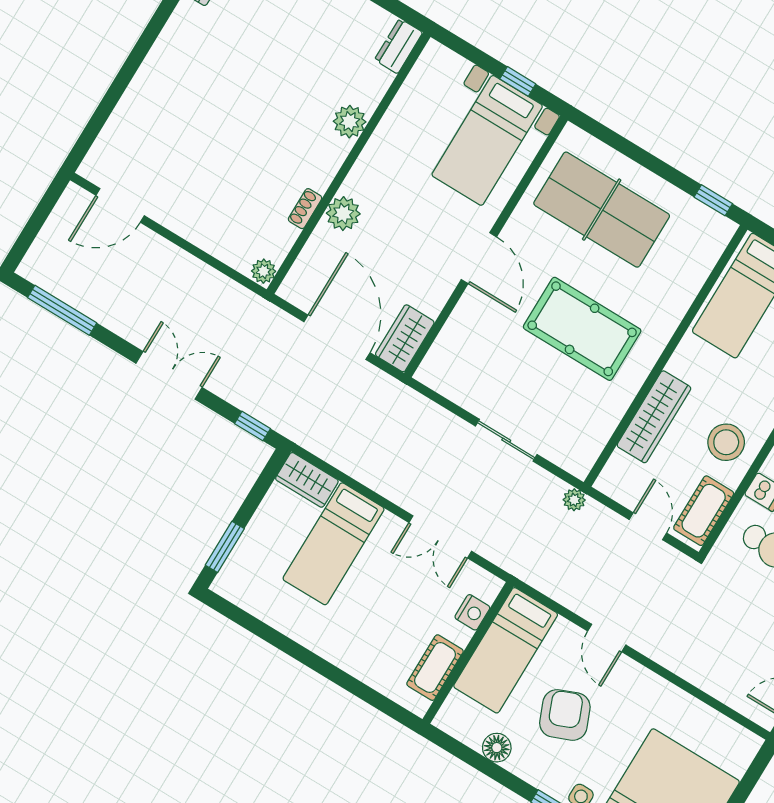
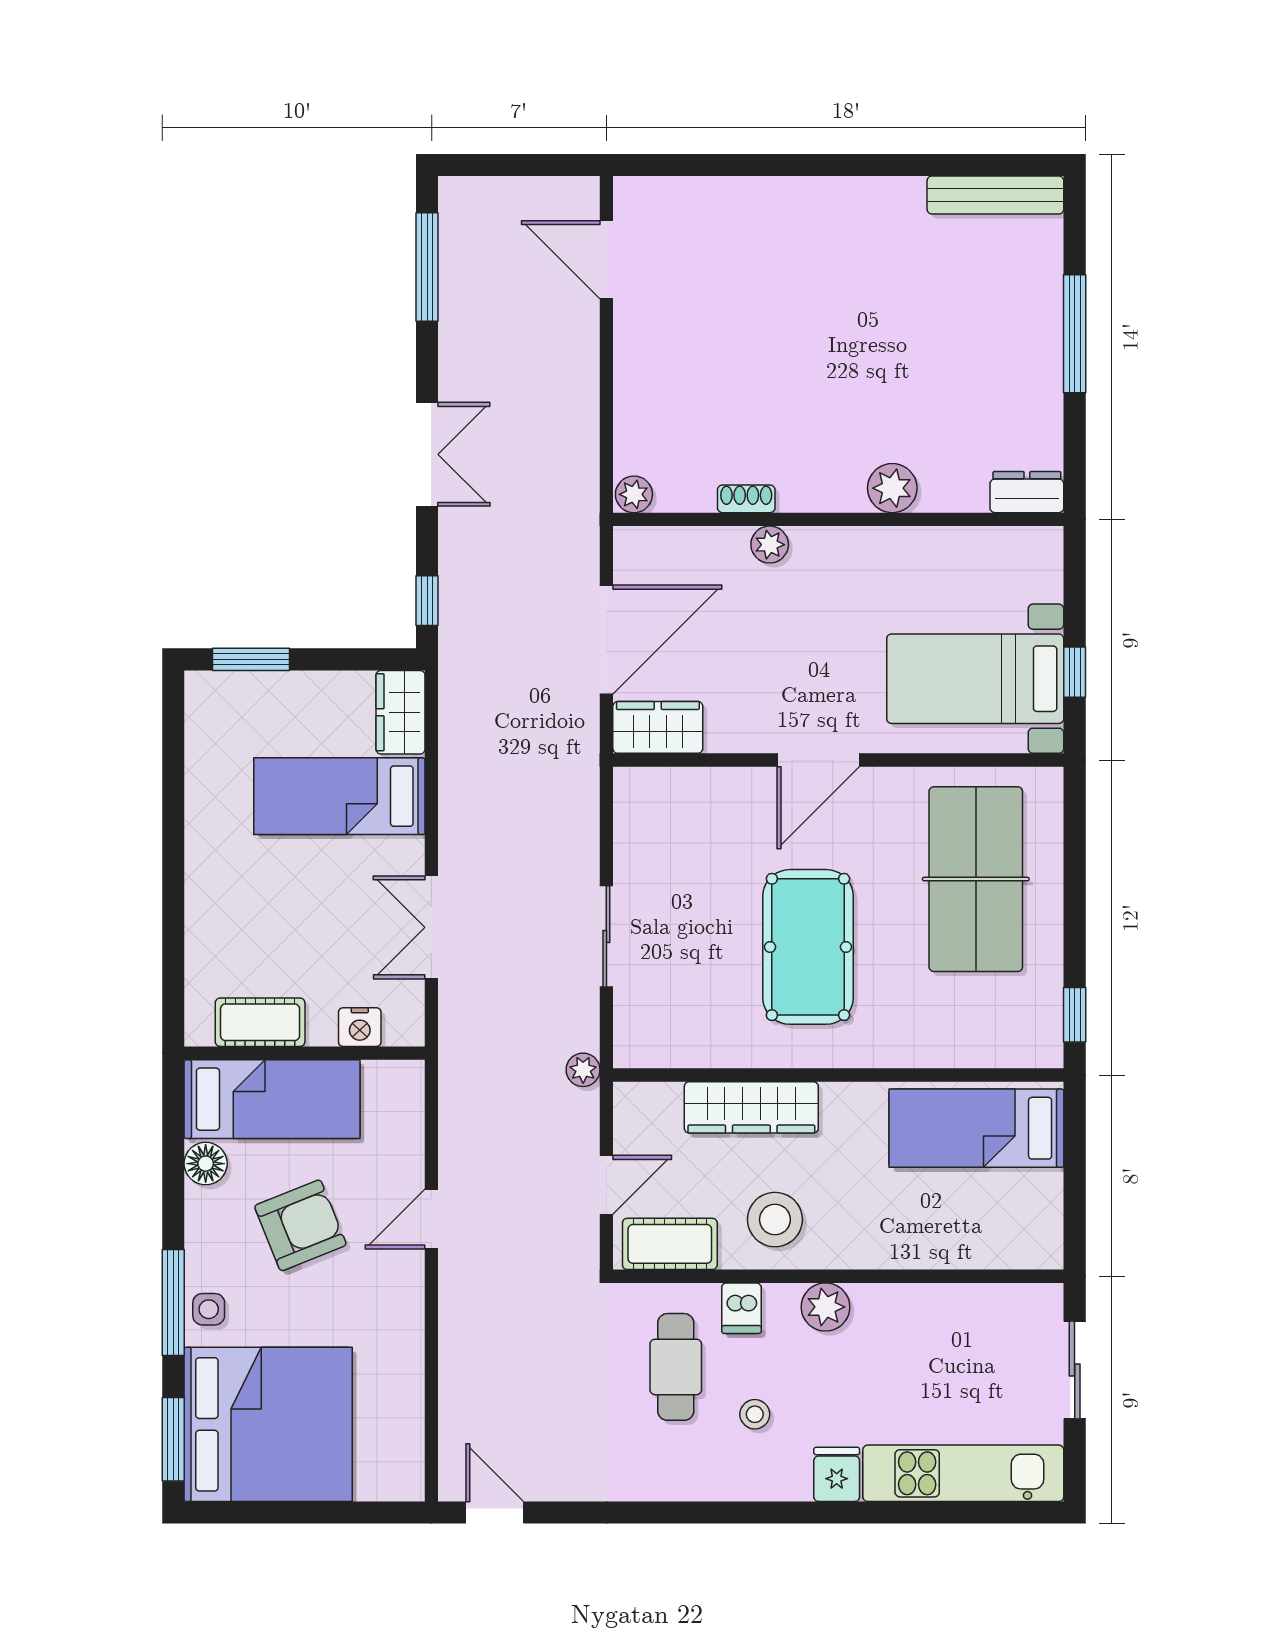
plant: (343, 214) -> (770, 545), width x0.73, depth x0.73
bed: (506, 650) -> (272, 1099), moved, turned 180

